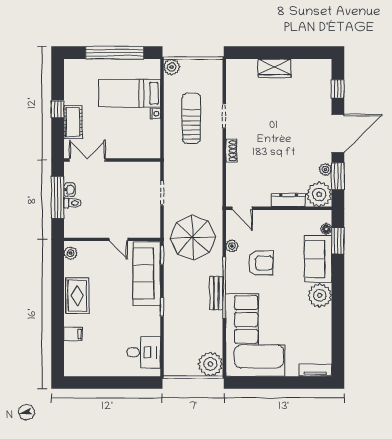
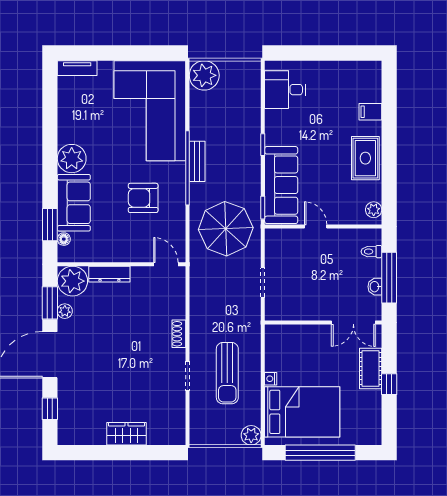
bed: (129, 93) -> (302, 412), width x1.50
toilet: (72, 203) -> (371, 252), moved
plant: (232, 246) -> (178, 218), removed

